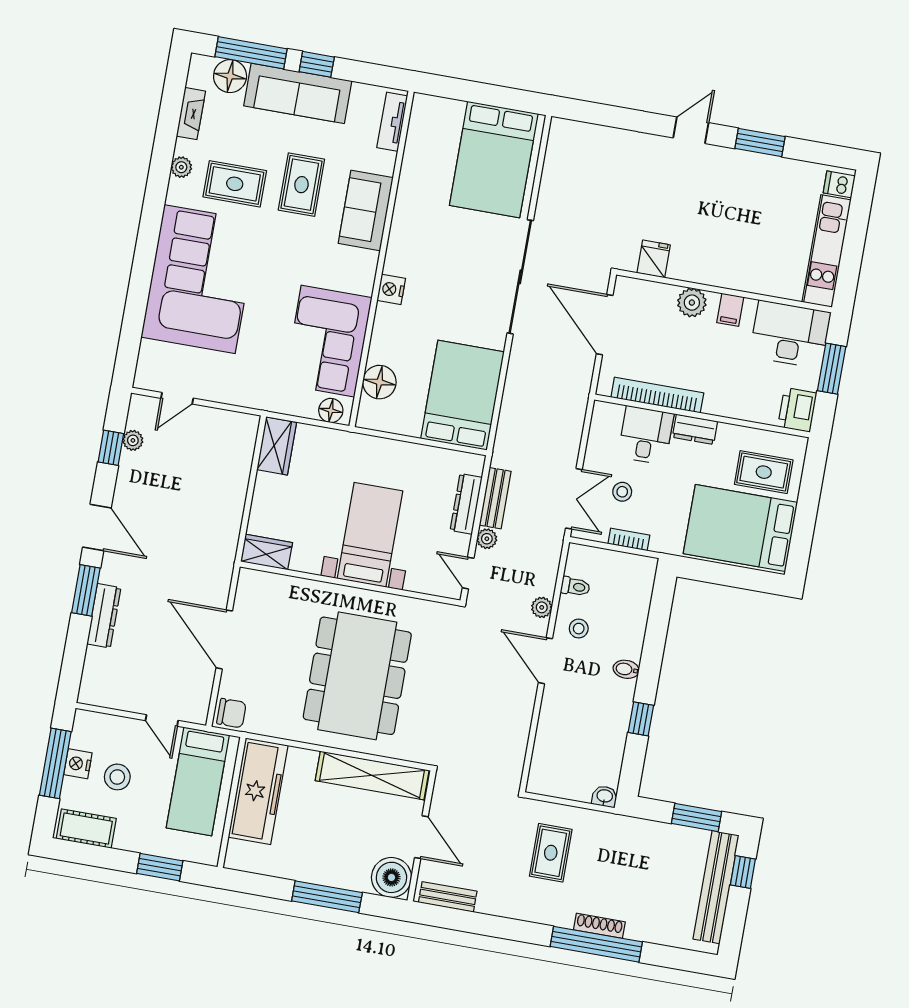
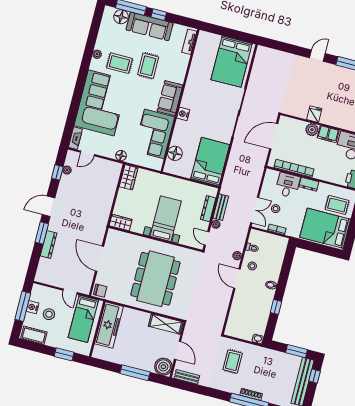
fireplace: (191, 114) -> (75, 138), moved
sofa: (366, 210) -> (170, 98), moved
fridge: (654, 259) -> (314, 114), moved
filing cabinet: (730, 310) -> (328, 134), width x2.00
door: (605, 325) -> (274, 136), hinge flipped
floor lamp: (331, 410) -> (121, 156), moved
door: (97, 528) -> (49, 206), swing flipped
shelving: (372, 775) -> (166, 324), width x0.68

